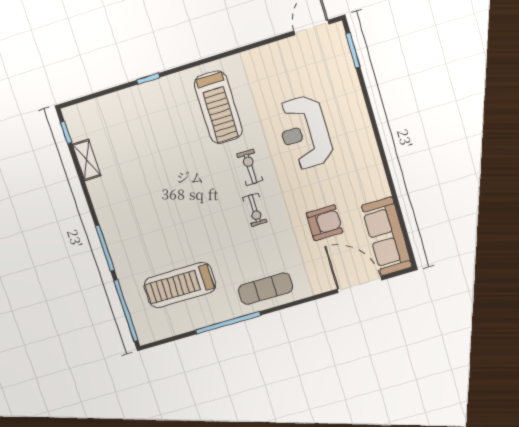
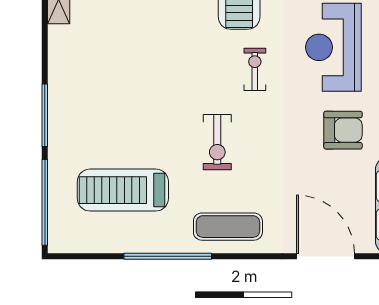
exercise bike: (255, 210) -> (217, 142), moved, width x1.38, depth x1.39
armchair: (325, 223) -> (343, 130), moved
door: (359, 285) -> (325, 256), moved

